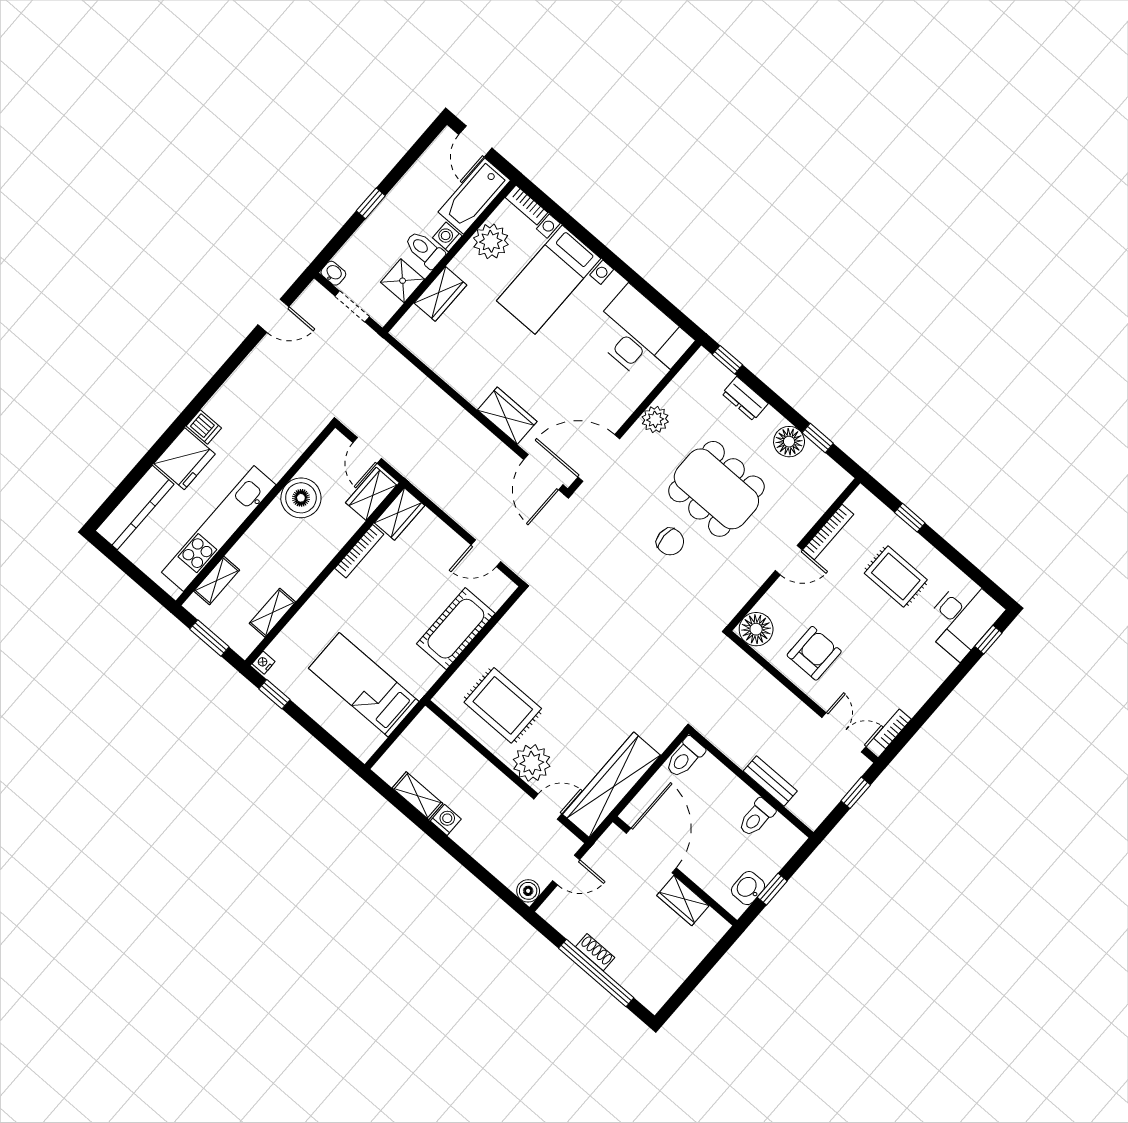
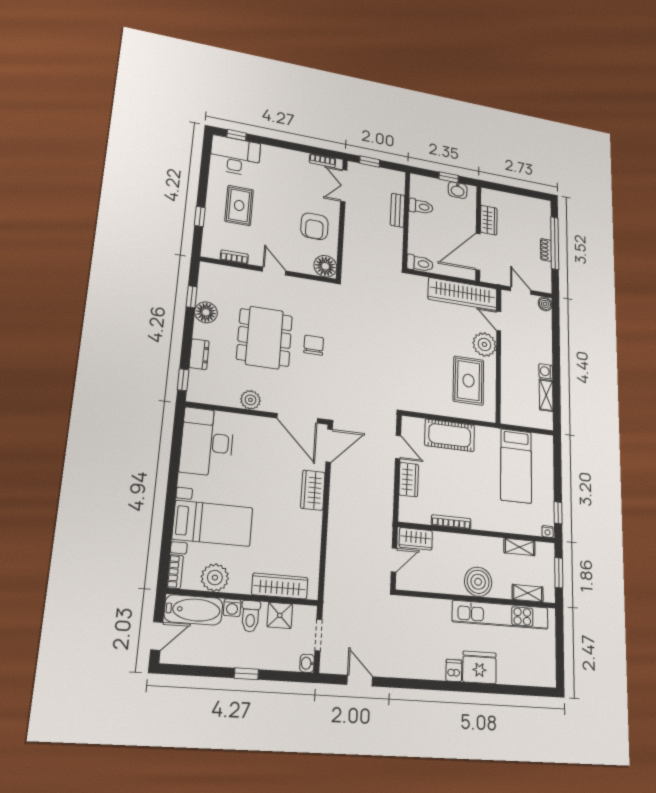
wardrobe: (440, 294) -> (280, 586), width x1.50
boiler: (301, 498) -> (478, 582), moved
kitchen counter: (135, 507) -> (527, 675), removed
wardrobe: (399, 514) -> (409, 480), moved, turned 90
bookcase: (828, 532) -> (234, 257), width x0.64
armchair: (814, 653) -> (314, 226), turned -90

